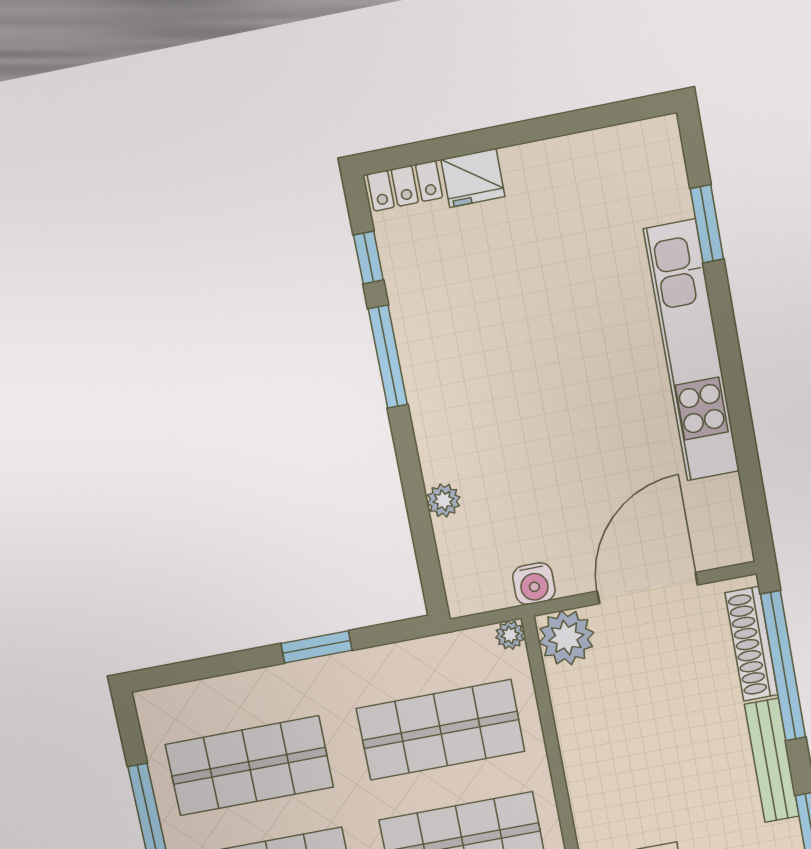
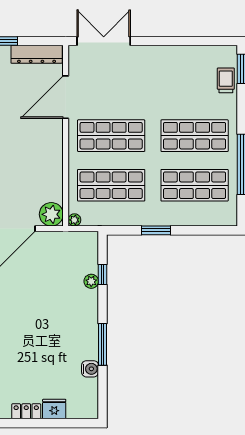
locker: (405, 186) -> (26, 411), moved
window: (368, 258) -> (103, 275), moved
water cooler: (534, 584) -> (90, 369), moved, turned 90

